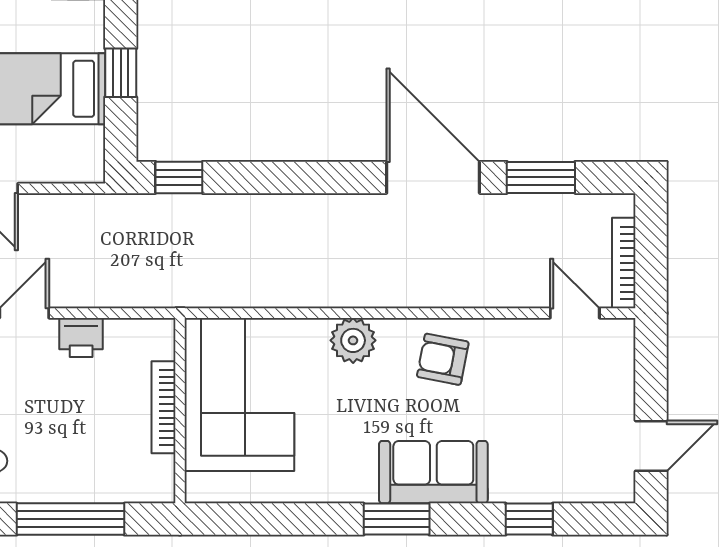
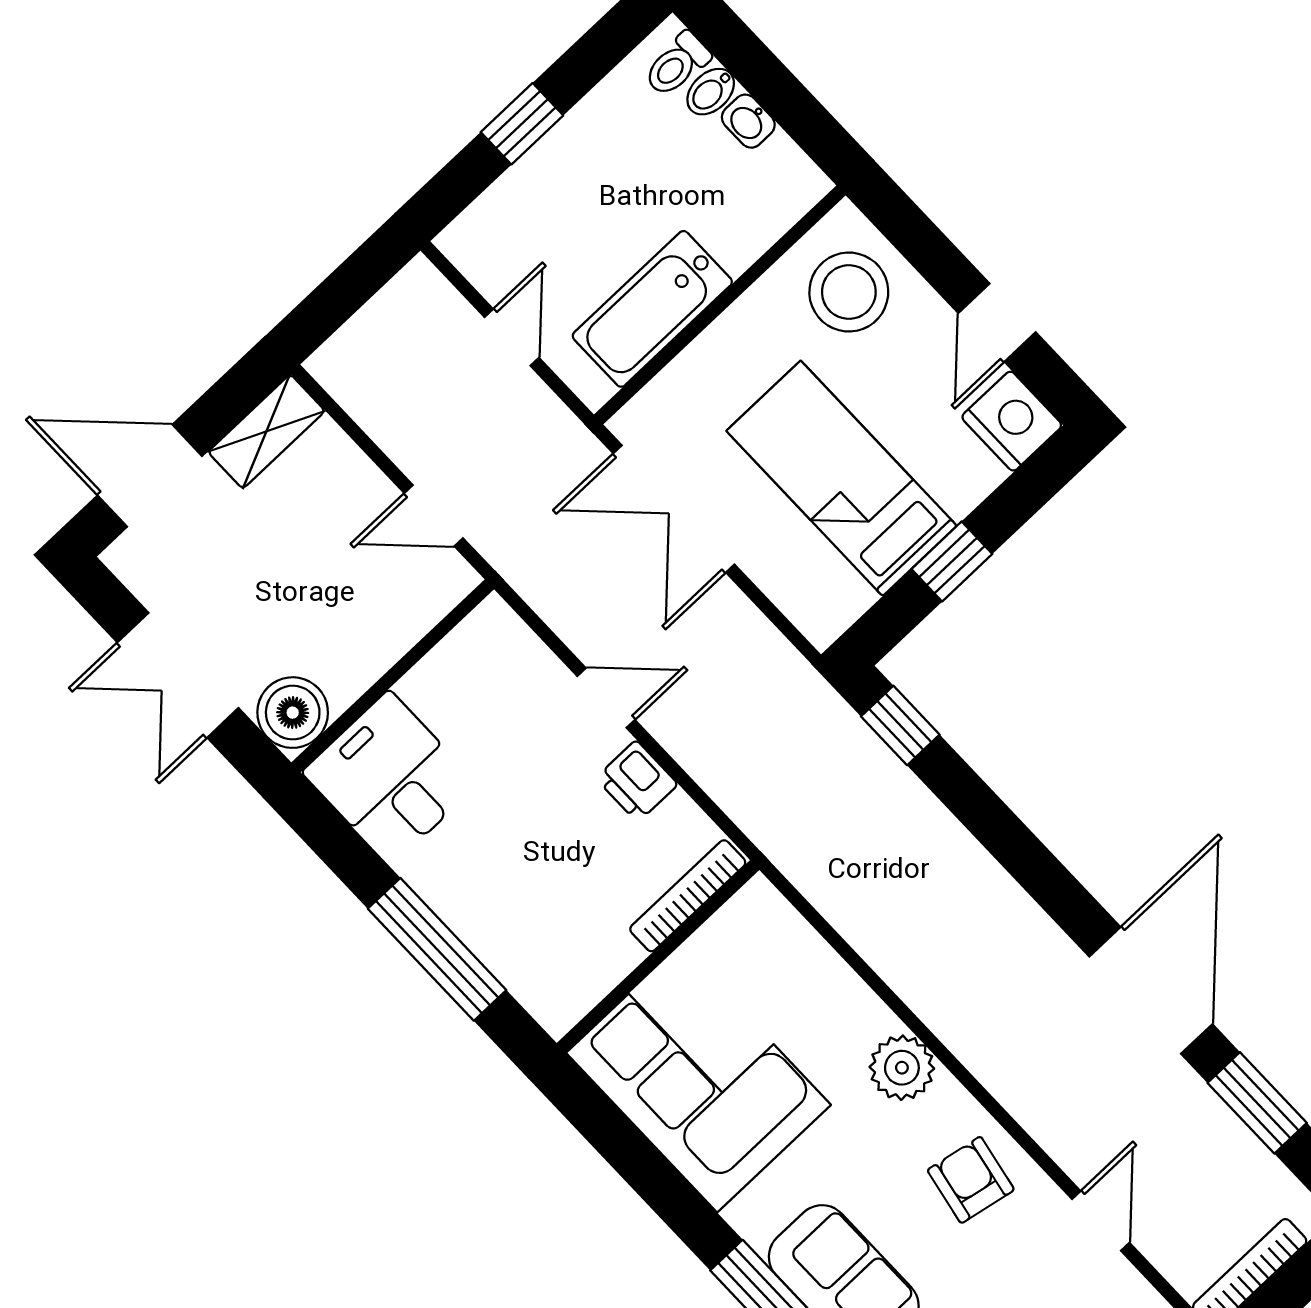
door: (575, 313) -> (1101, 1221), moved
corner sofa: (239, 394) -> (698, 1079), moved, turned -90
bookcase: (163, 407) -> (688, 896), moved

